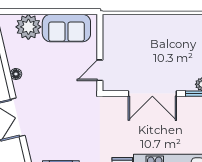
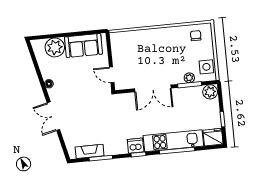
door: (100, 70) -> (112, 75), hinge flipped

